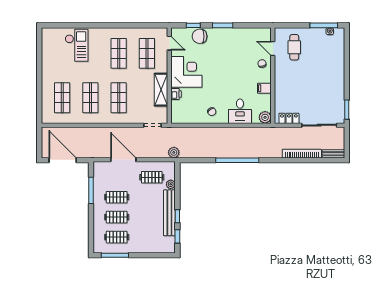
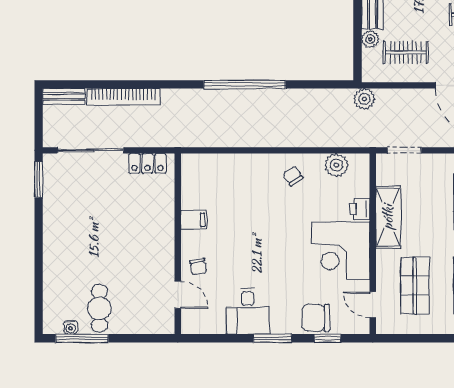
chair: (200, 36) -> (316, 318), turned 180
cafe table: (294, 47) -> (99, 308), moved
desk: (240, 111) -> (248, 311), moved, turned 180
plant: (265, 117) -> (336, 165), moved

